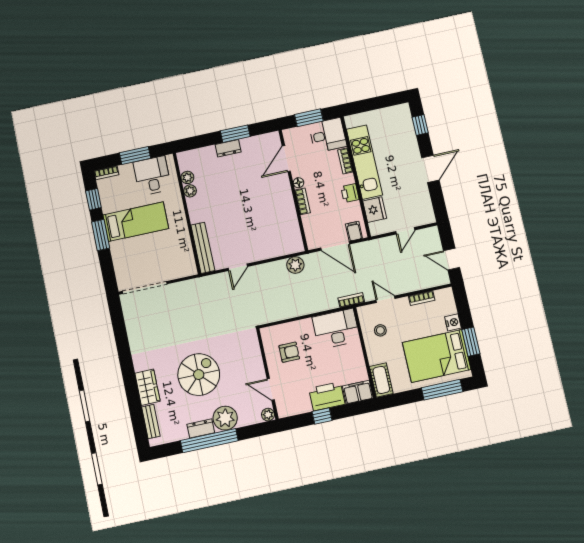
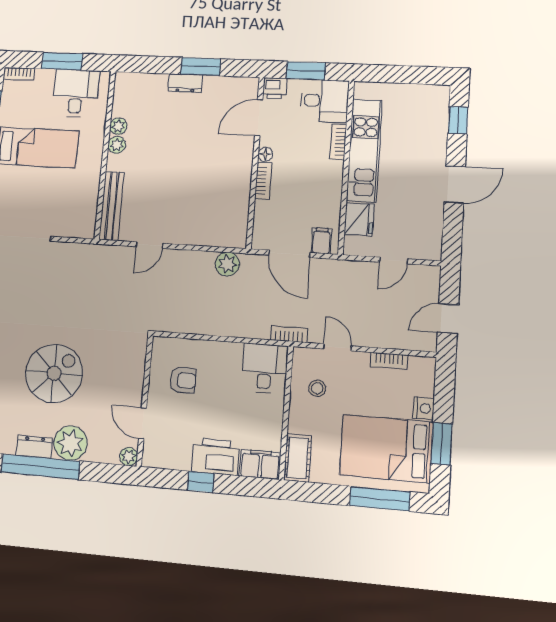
plant: (187, 177) -> (117, 145), moved
printer: (350, 193) -> (275, 88), moved, turned -90
door: (452, 259) -> (448, 319), hinge flipped
desk: (336, 329) -> (265, 368), width x0.73

